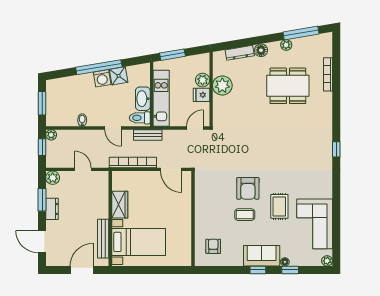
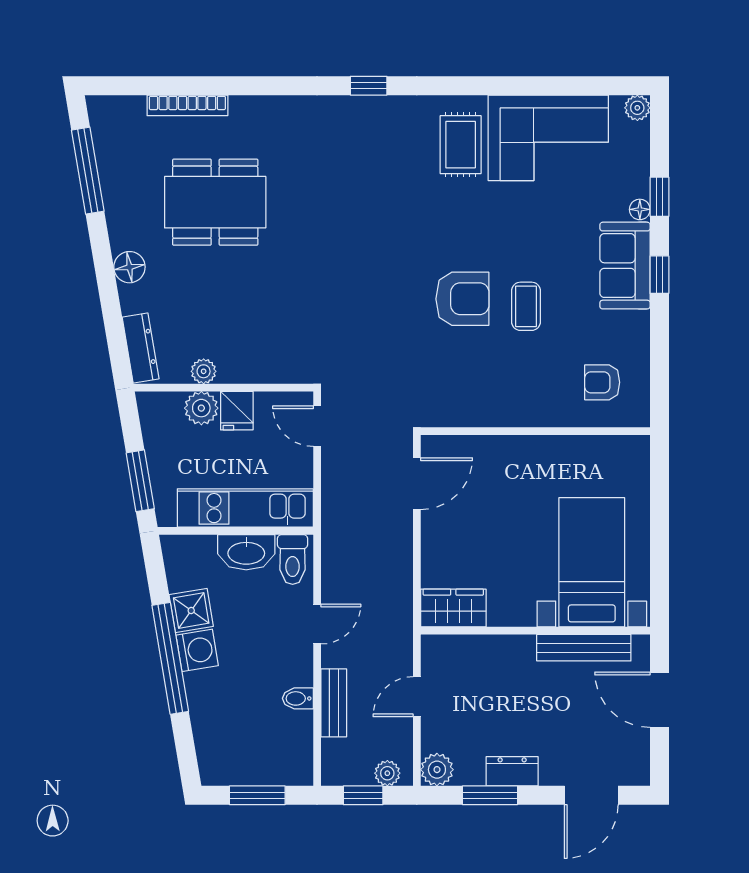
plant: (286, 45) -> (117, 206), removed
dresser: (240, 53) -> (141, 348), moved
plant: (222, 86) -> (204, 371), width x0.53, depth x0.53
dining table: (288, 86) -> (215, 202), turned 90
plant: (51, 135) -> (387, 773), moved
bench: (148, 135) -> (334, 703), moved
bookcase: (133, 163) -> (400, 576), removed
wardrobe: (120, 205) -> (453, 608), moved
rug: (279, 206) -> (461, 145), moved, turned 90

